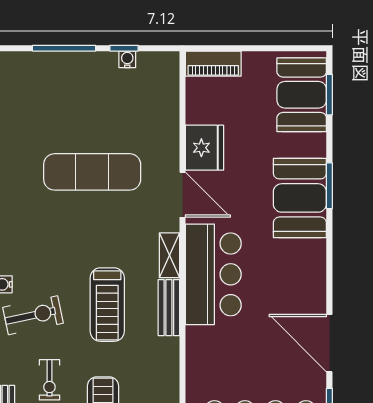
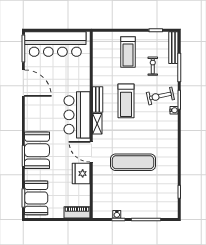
treadmill: (107, 305) -> (126, 101), turned 180

